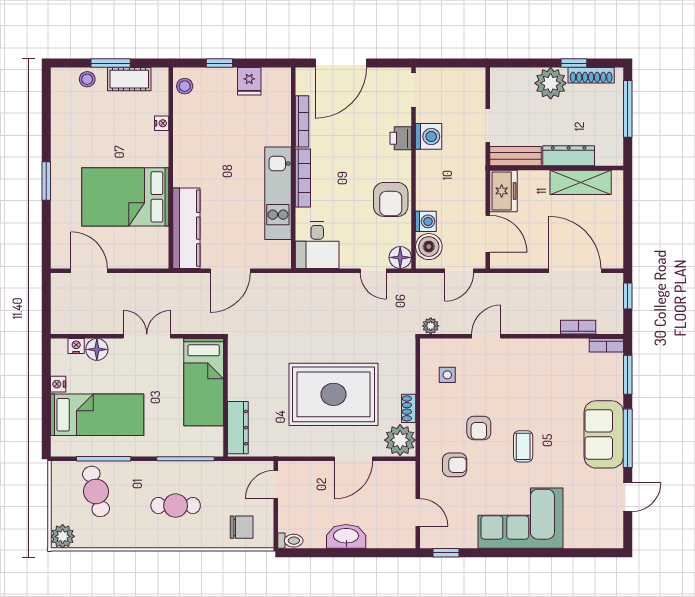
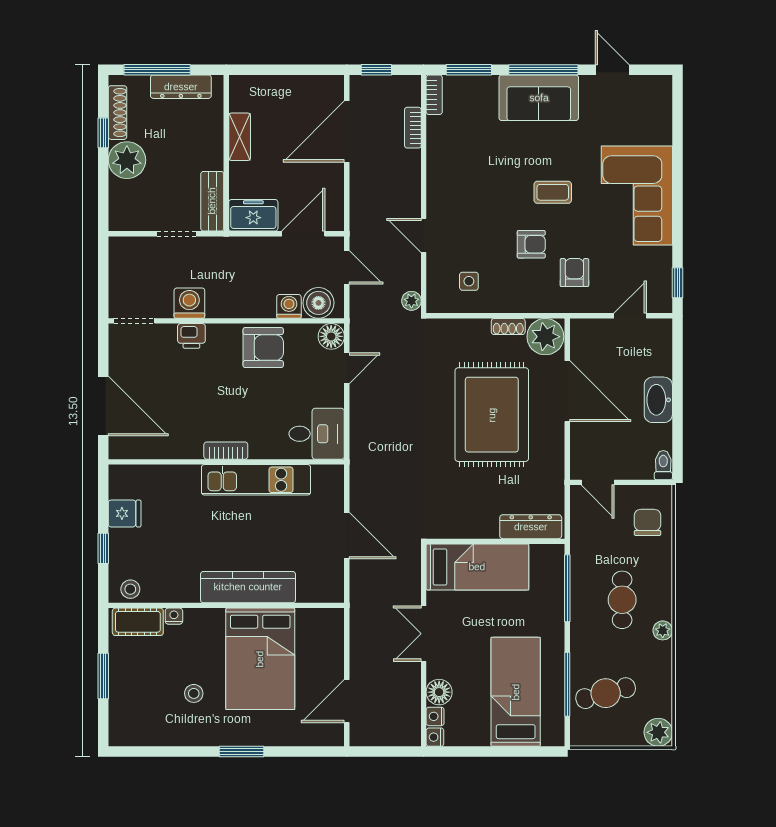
stool: (87, 79) -> (194, 693), moved
cot: (129, 79) -> (138, 622), moved, turned 90
bookcase: (302, 121) -> (172, 452), removed
dresser: (569, 156) -> (181, 87), moved, turned -90
bookcase: (303, 178) -> (226, 451), width x0.64
shelving: (581, 182) -> (240, 137), width x0.67, depth x0.75
kitchen counter: (186, 228) -> (248, 587), moved
nightstand: (58, 384) -> (435, 737), moved, turned 90
door: (354, 459) -> (567, 391), width x1.36
plant: (149, 540) -> (663, 630), added

